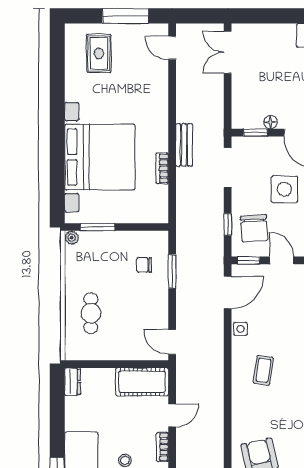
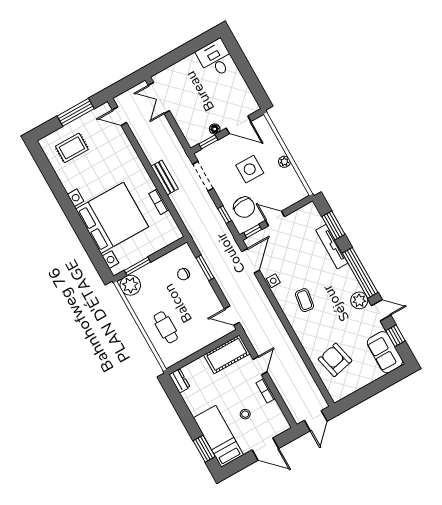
rug: (99, 53) -> (72, 148), turned 90
plant: (72, 238) -> (130, 285), width x1.88, depth x1.88

